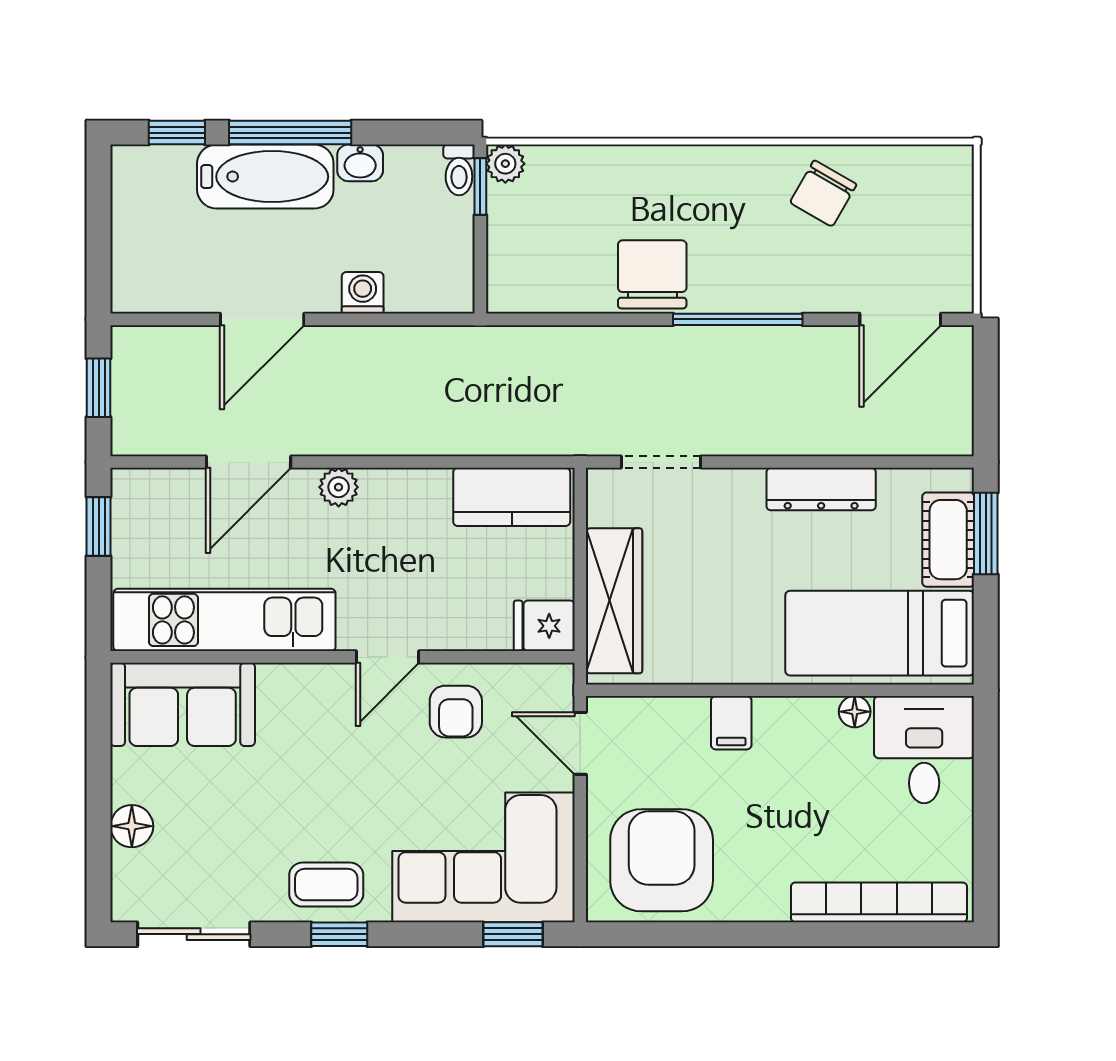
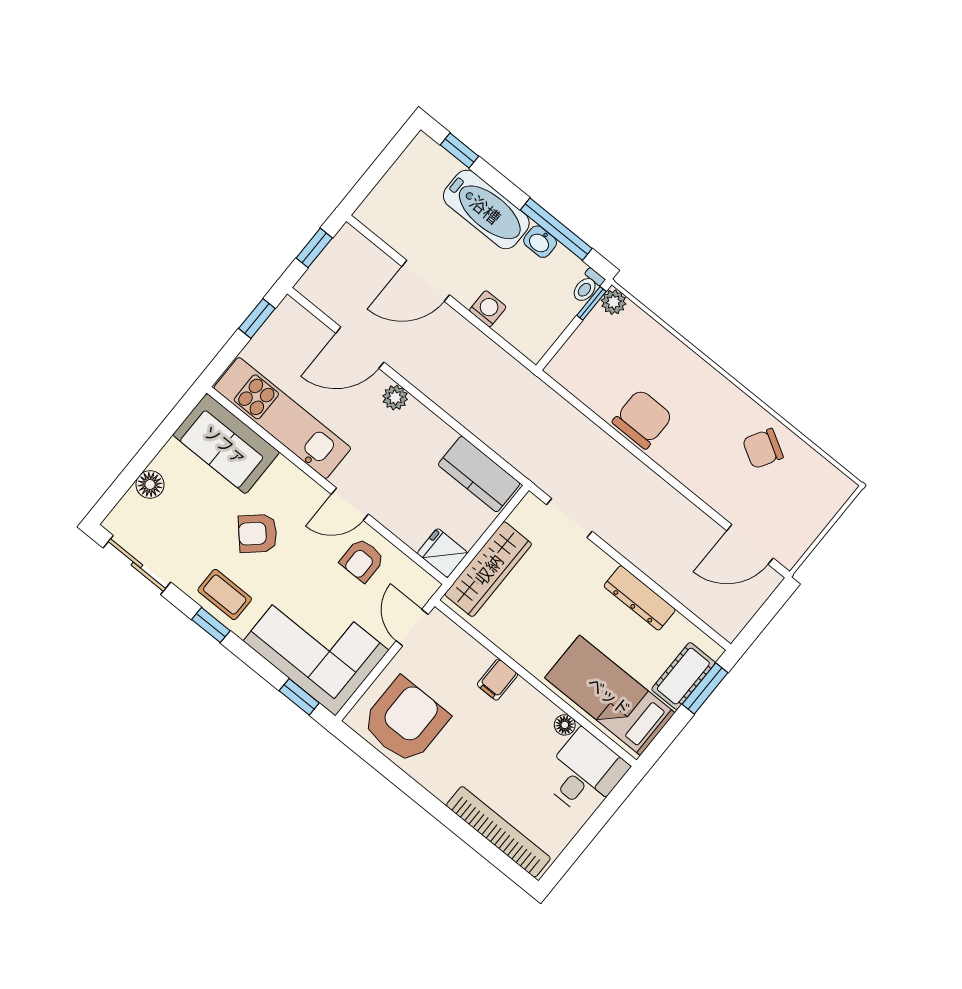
window: (290, 133) -> (556, 229), moved
window: (738, 319) -> (667, 477), removed
armchair: (306, 780) -> (258, 533), added

